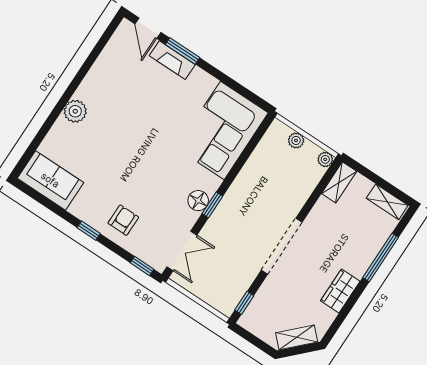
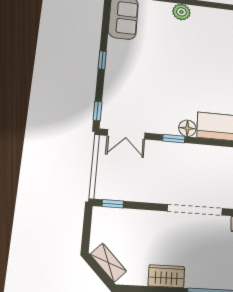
floor lamp: (198, 201) -> (187, 128), moved
armchair: (123, 220) -> (124, 81), removed
doorway: (282, 246) -> (195, 210), moved

